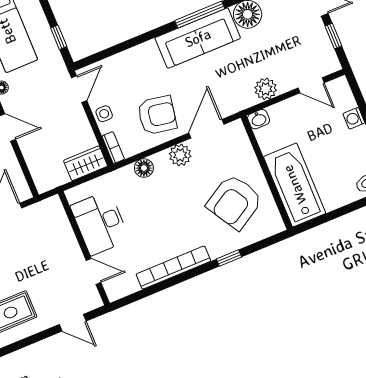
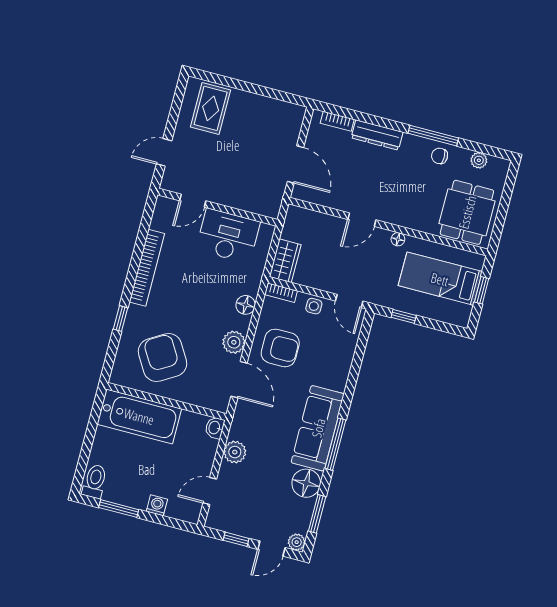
armchair: (157, 115) -> (280, 348), turned -100

